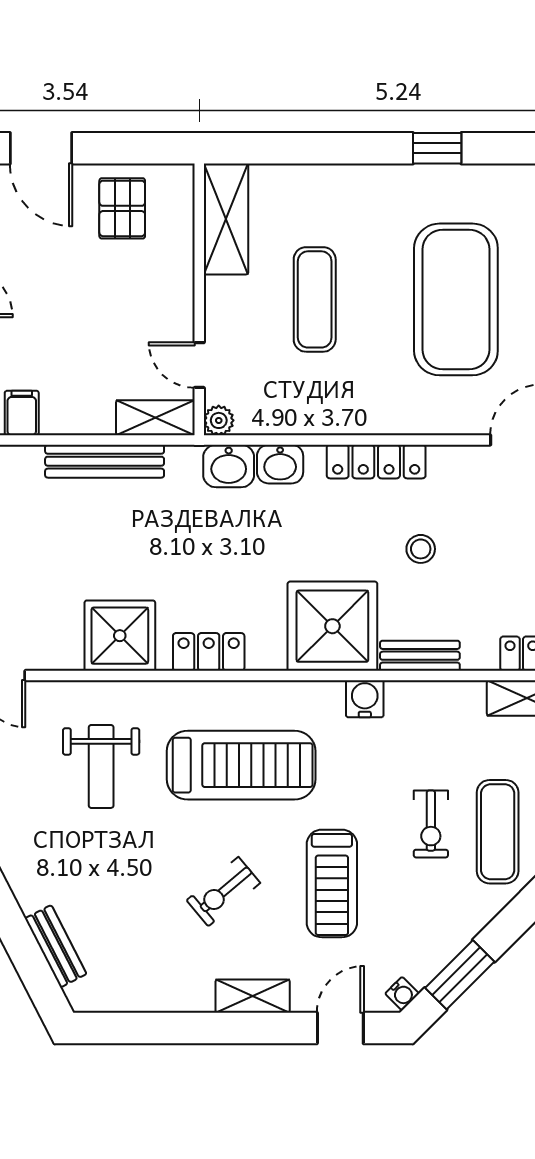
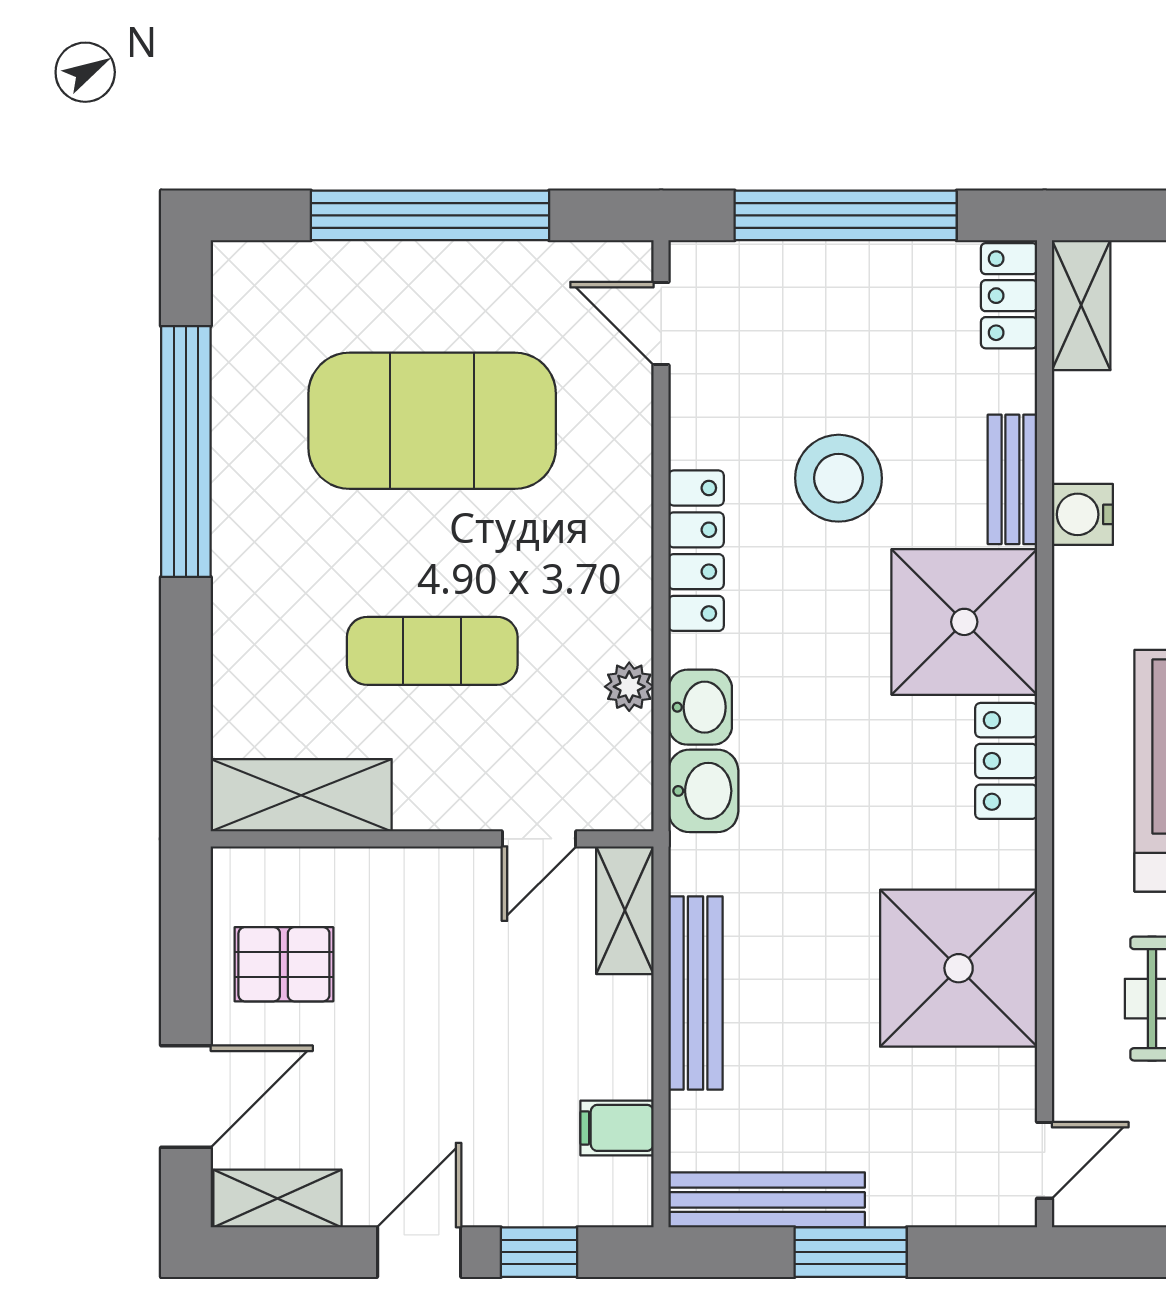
window: (437, 148) -> (186, 451), width x3.17
plant: (219, 420) -> (629, 687), moved
stool: (421, 549) -> (839, 478), width x1.89, depth x1.89
shower: (120, 636) -> (959, 968), width x1.37, depth x1.37
locker: (209, 652) -> (1006, 761), moved
water cooler: (365, 699) -> (1082, 514), moved

